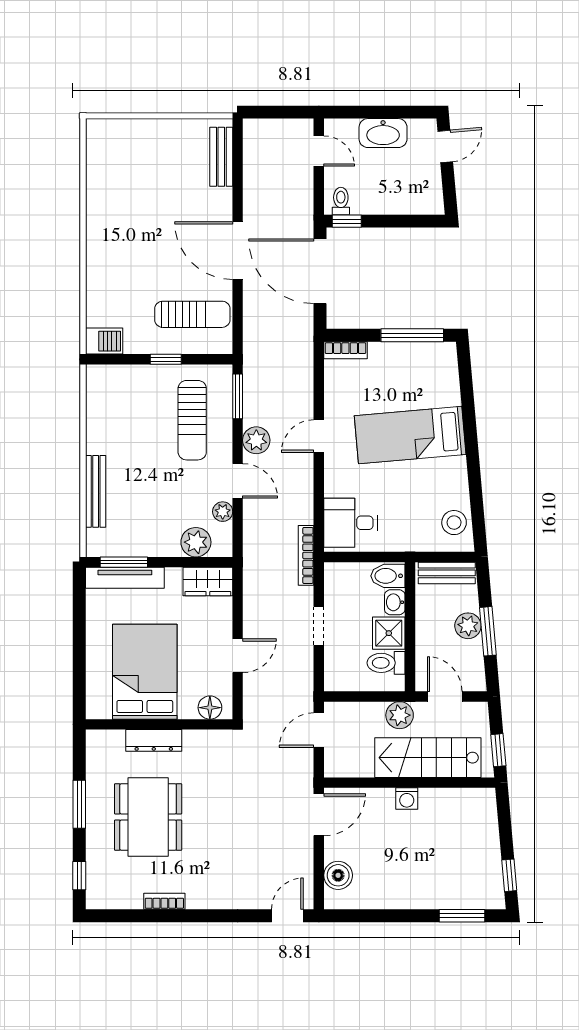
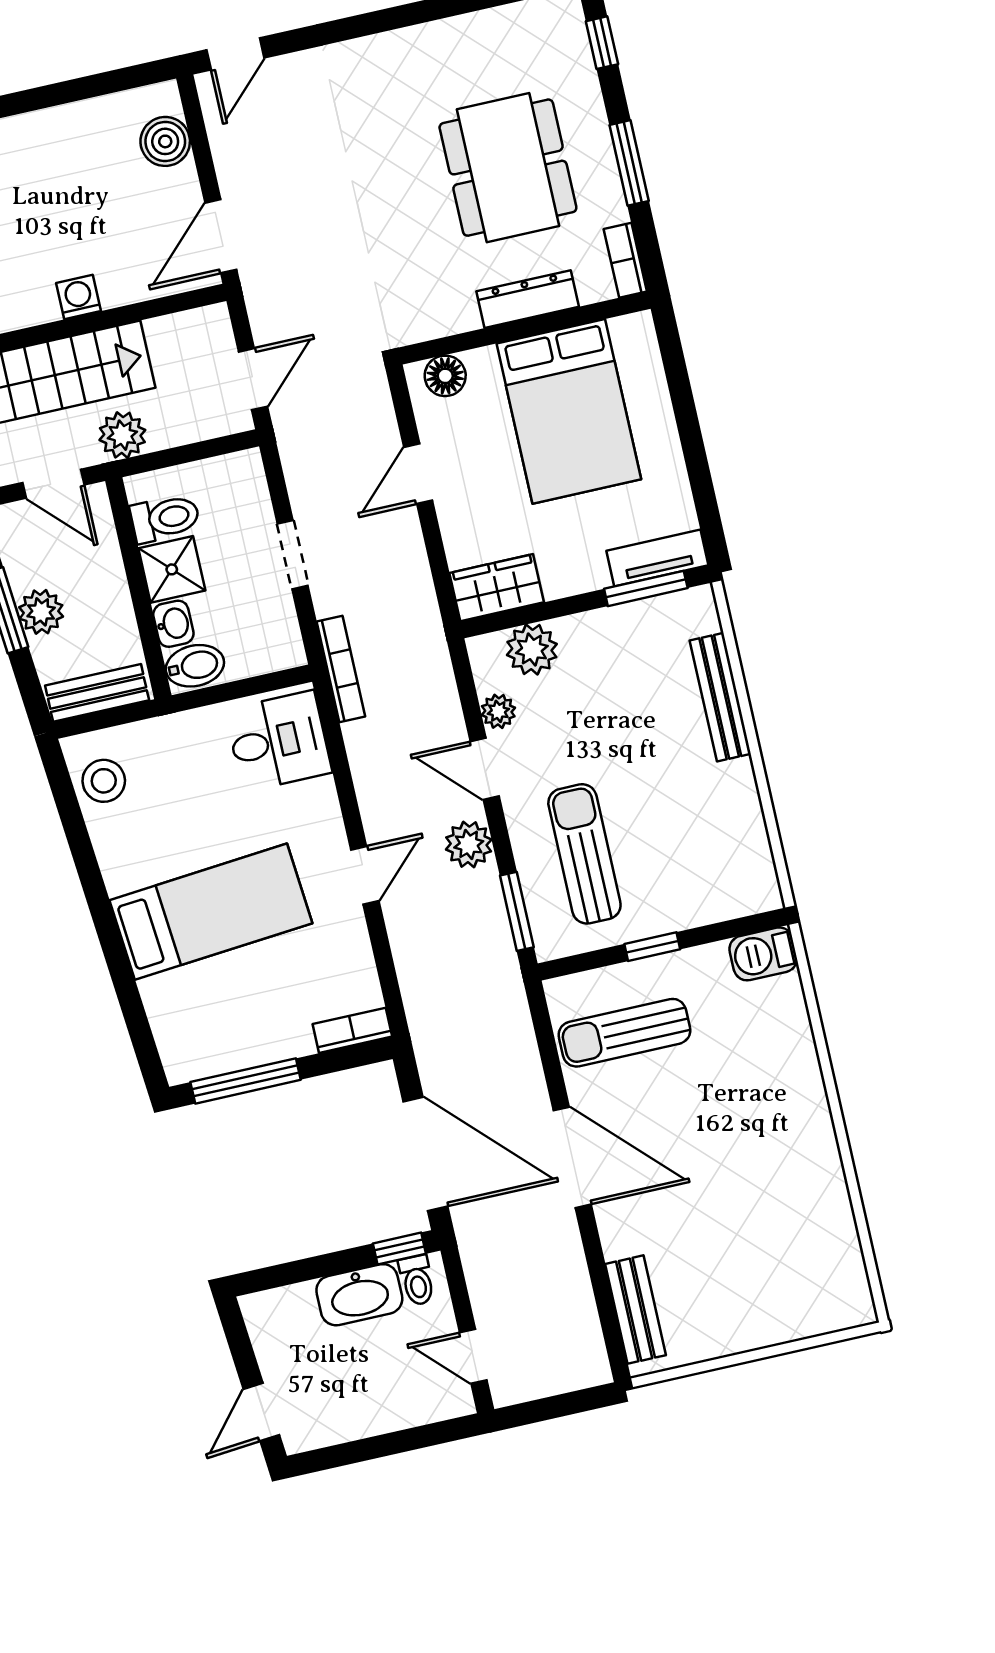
washbasin: (383, 133) -> (359, 1295), moved, turned 180
tv unit: (125, 578) -> (657, 558), width x0.71
bookcase: (164, 901) -> (625, 260), moved, turned 90

